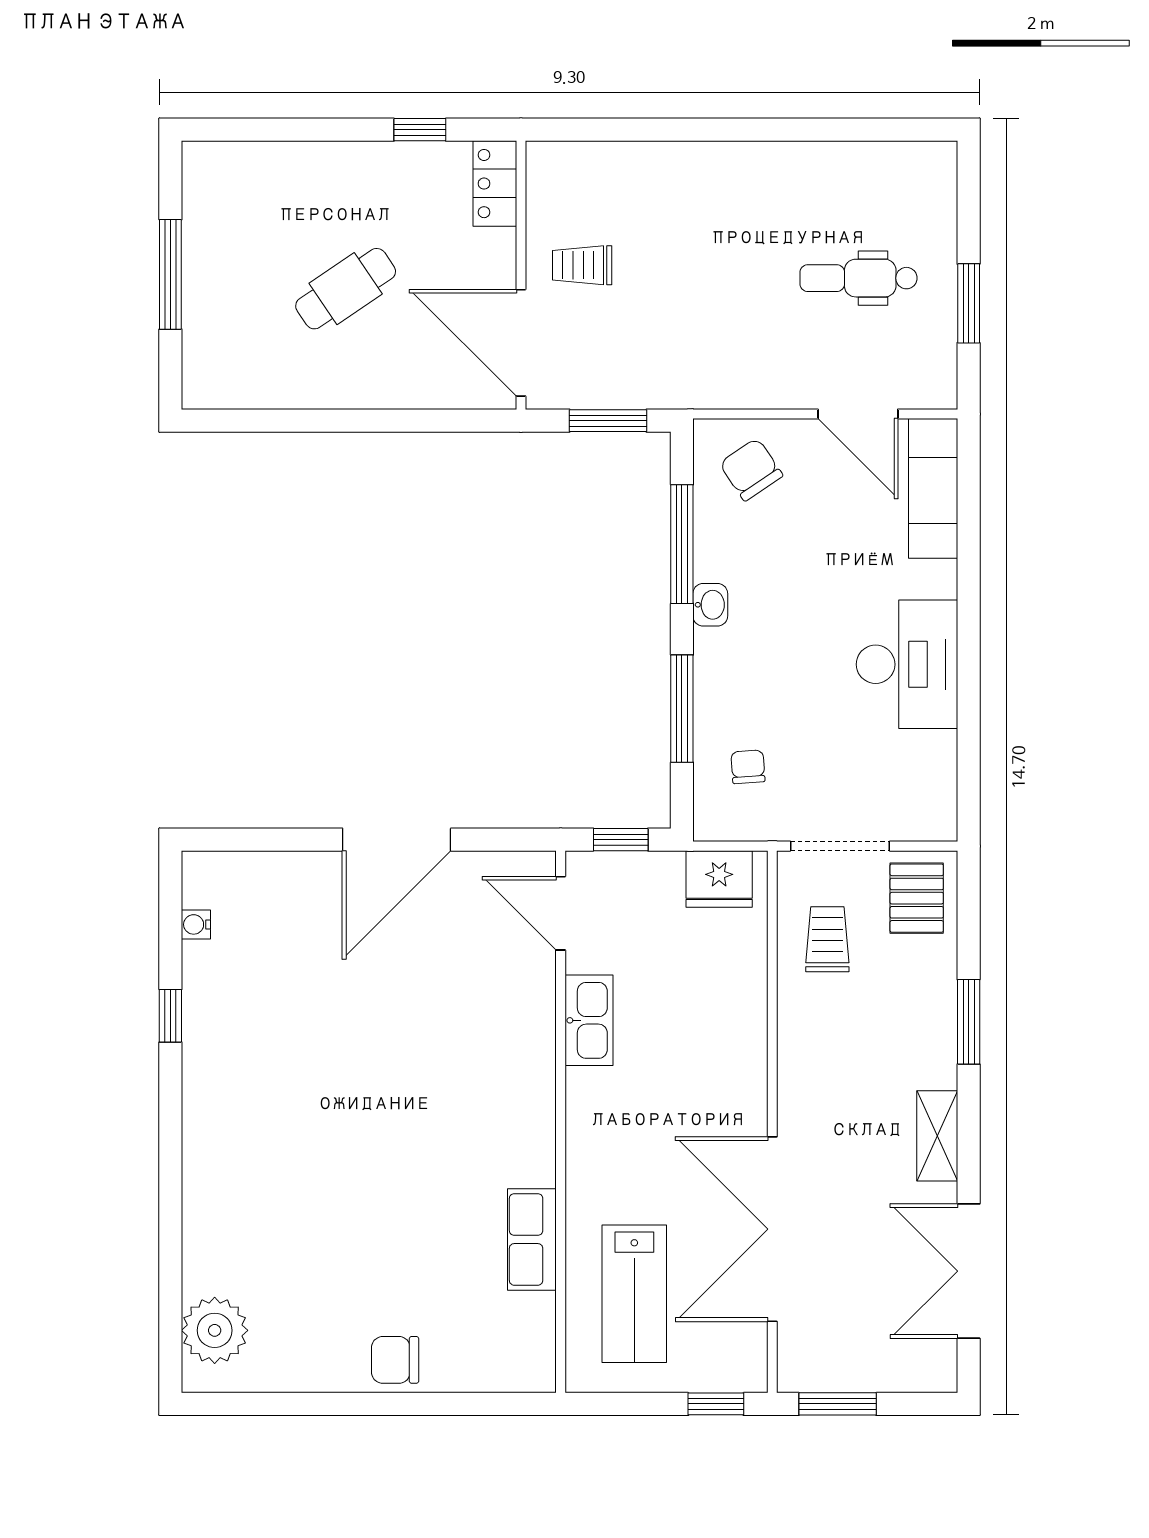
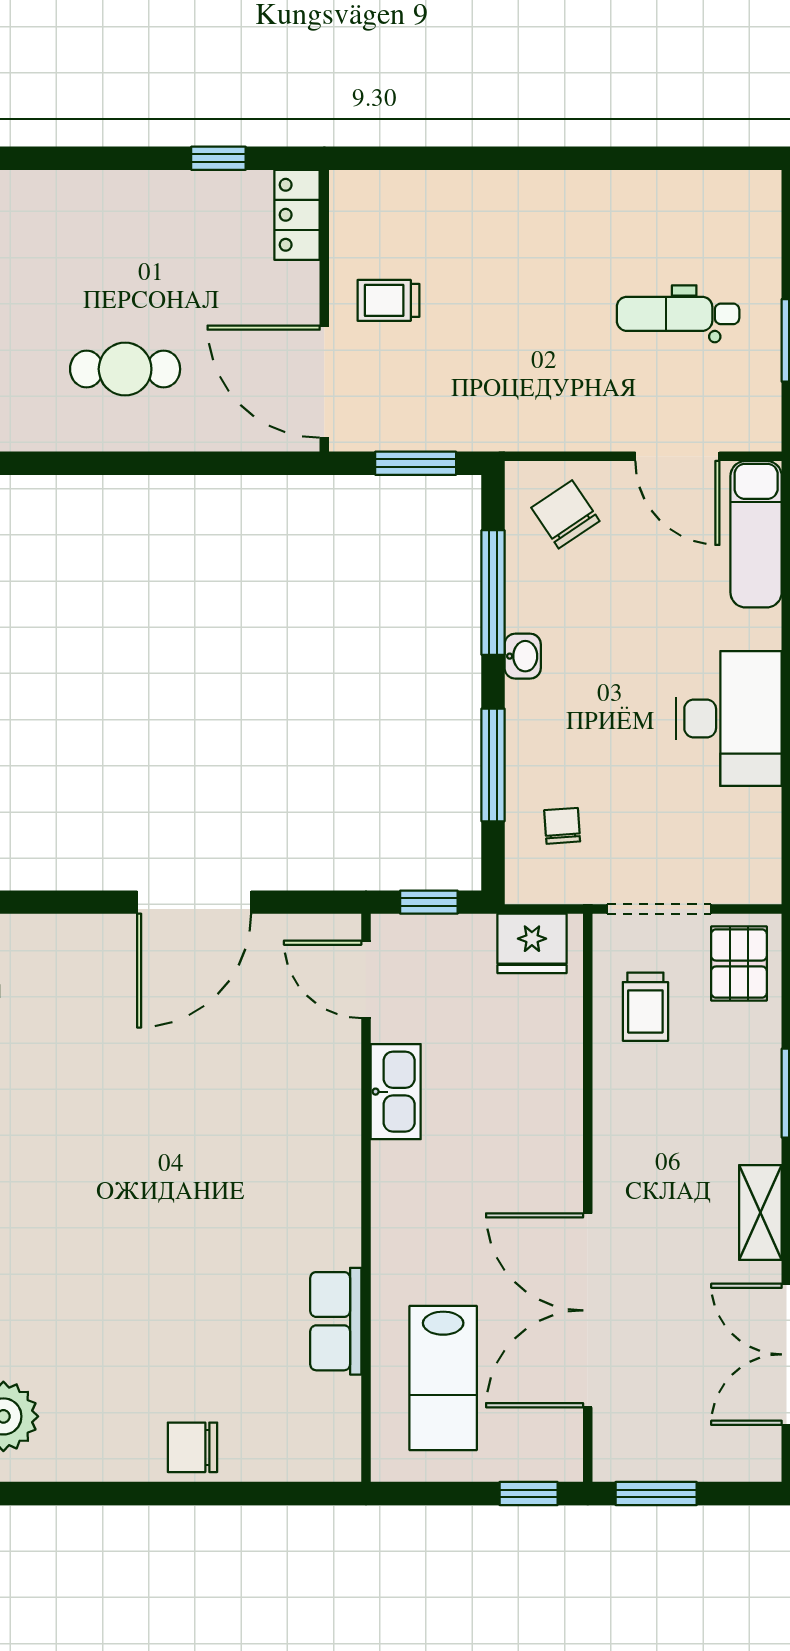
cafe table: (346, 289) -> (125, 369), moved, turned 34
trolley: (827, 939) -> (645, 1007), turned 180

